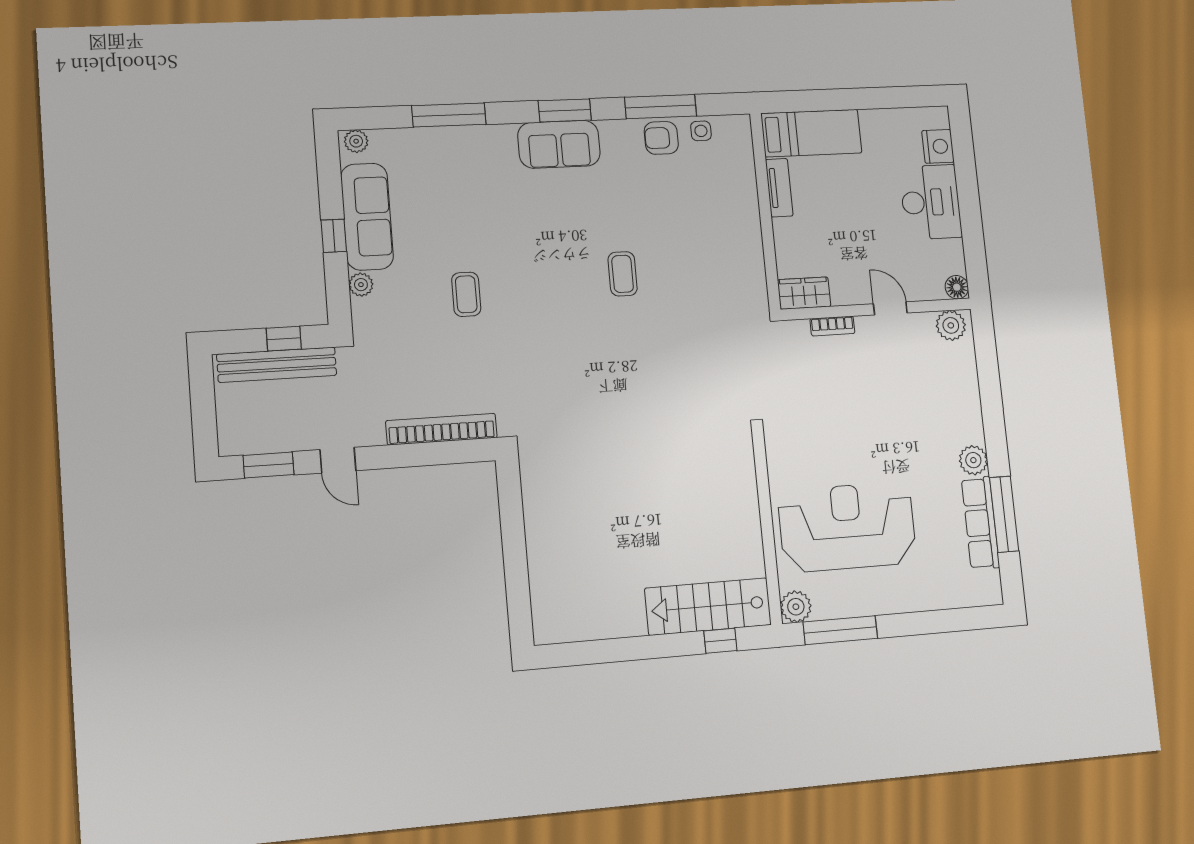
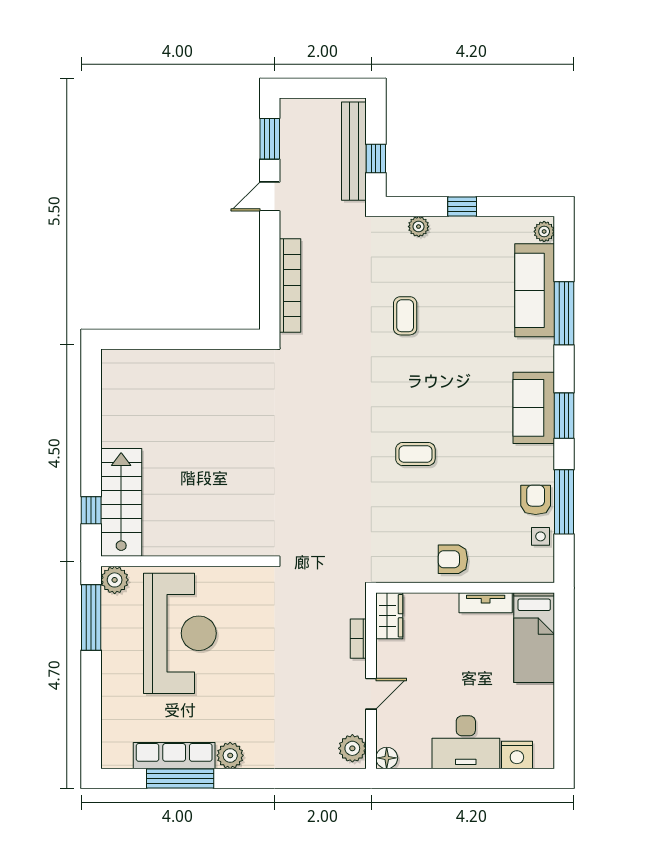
sofa: (367, 217) -> (535, 290), moved, turned 90
armchair: (735, 226) -> (453, 559), added
coffee table: (466, 294) -> (405, 316), turned 90

